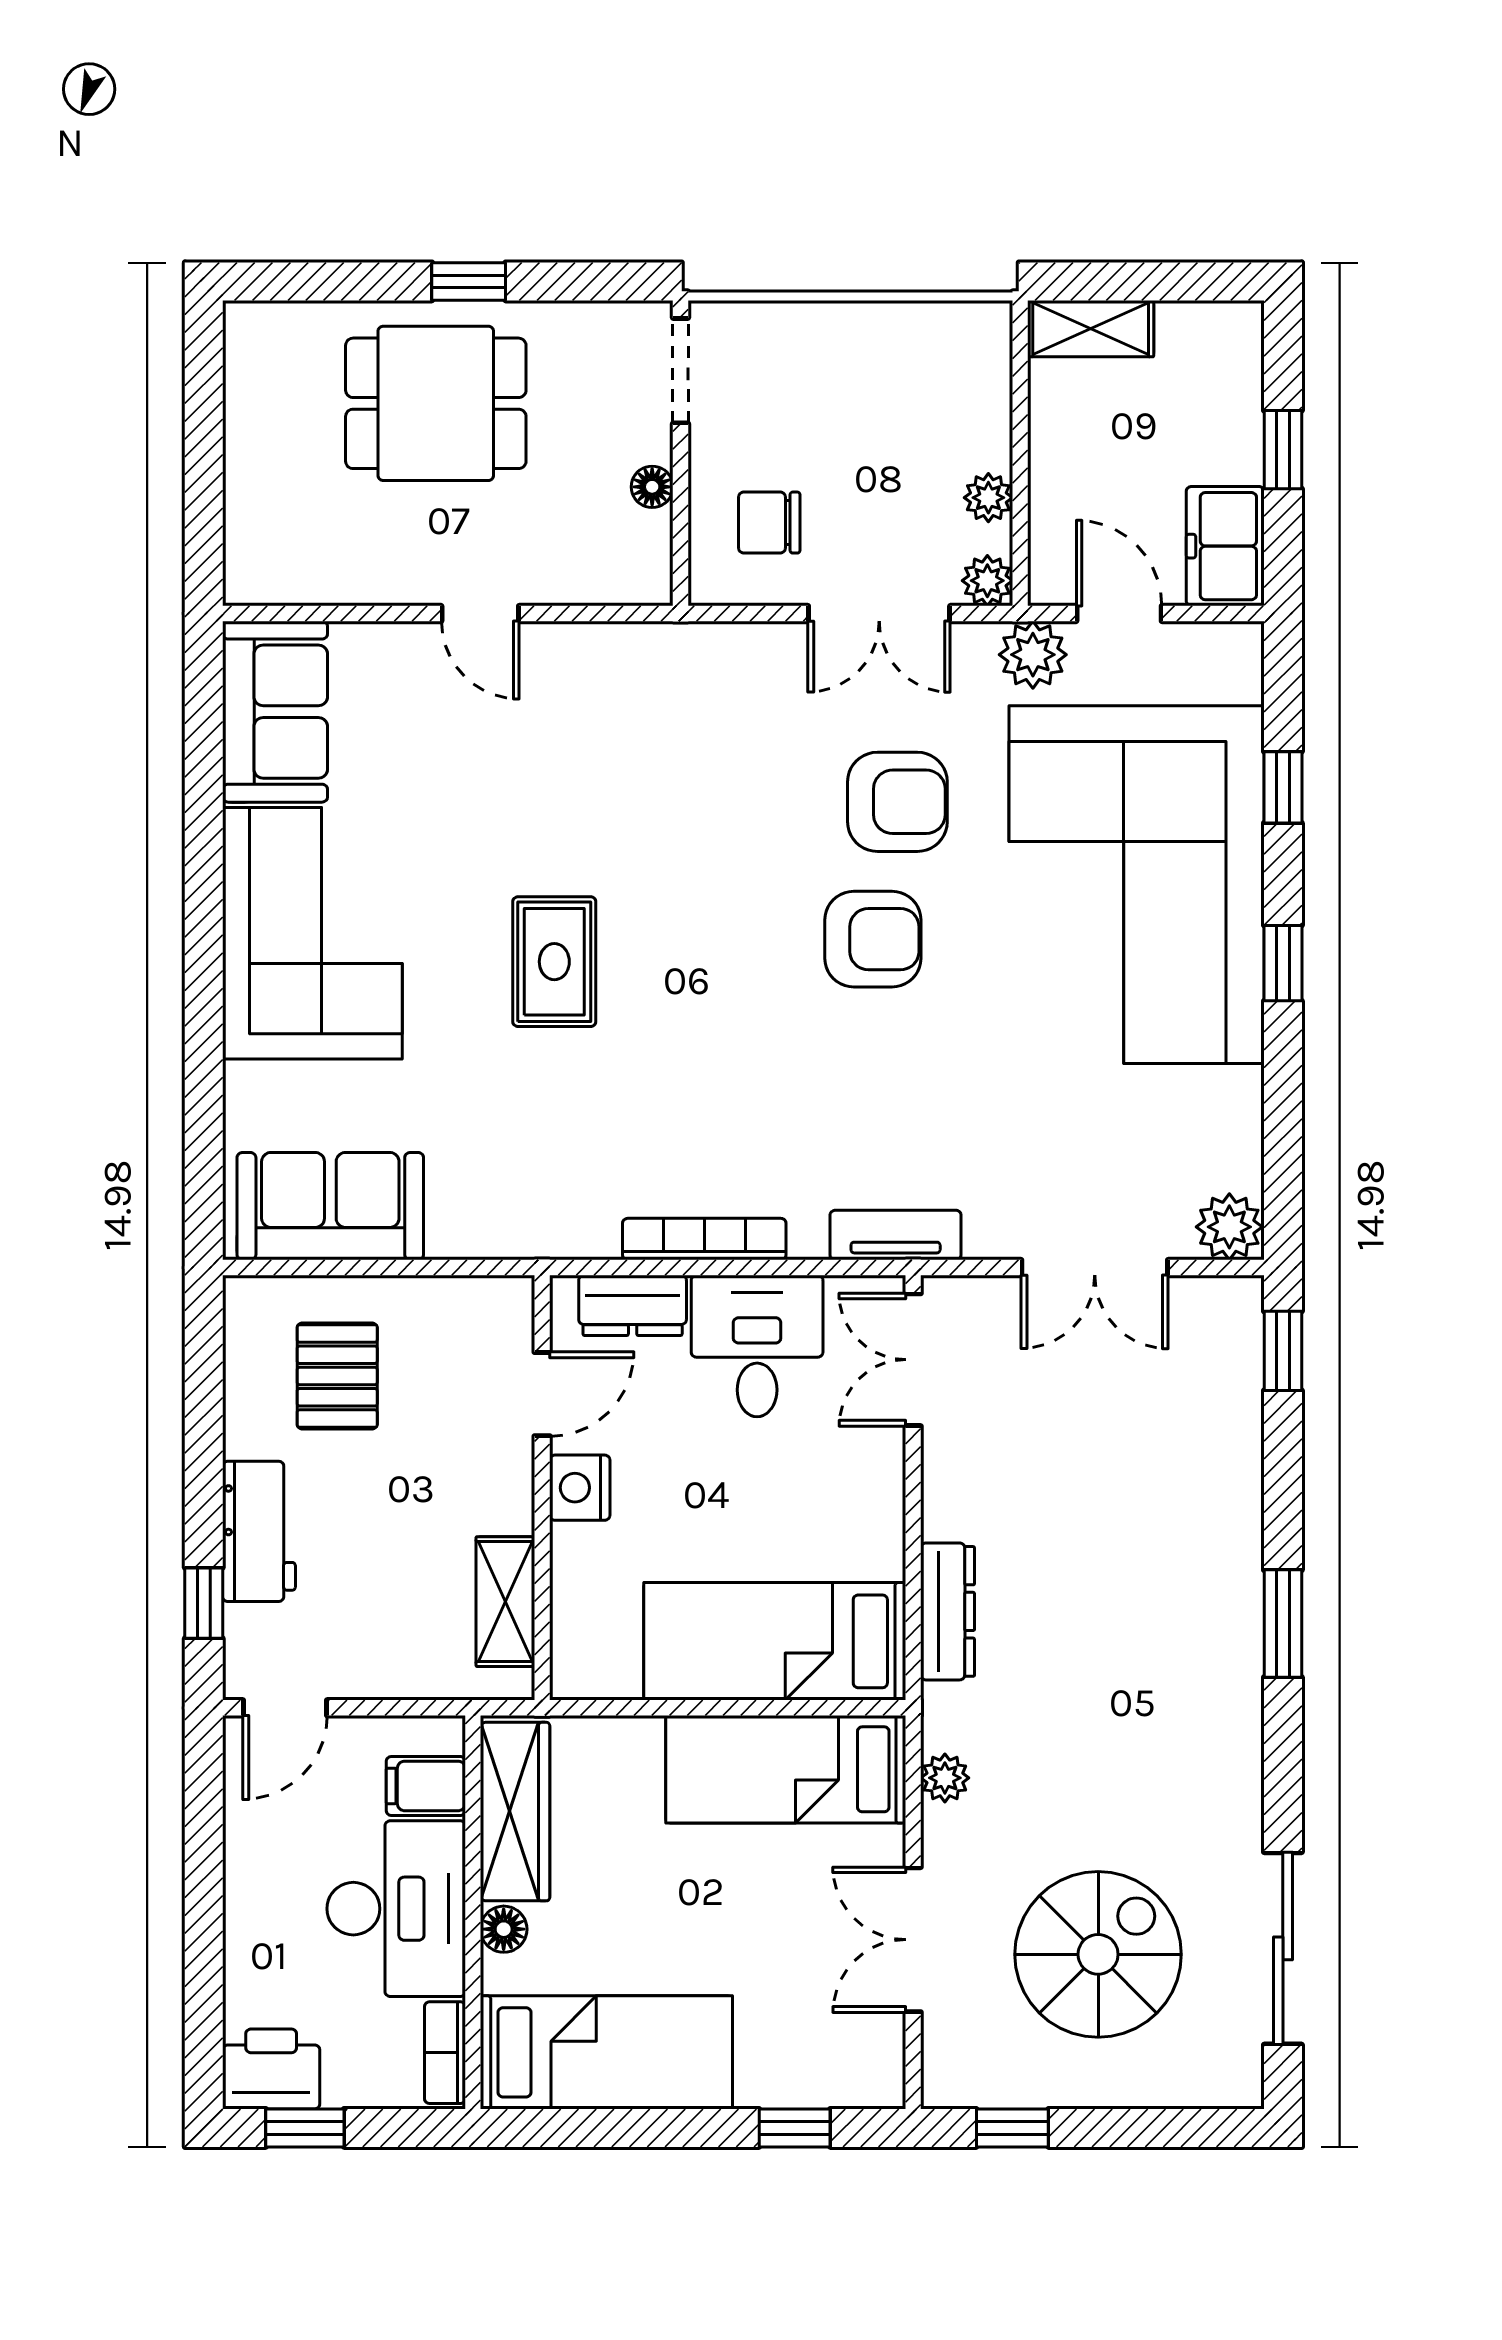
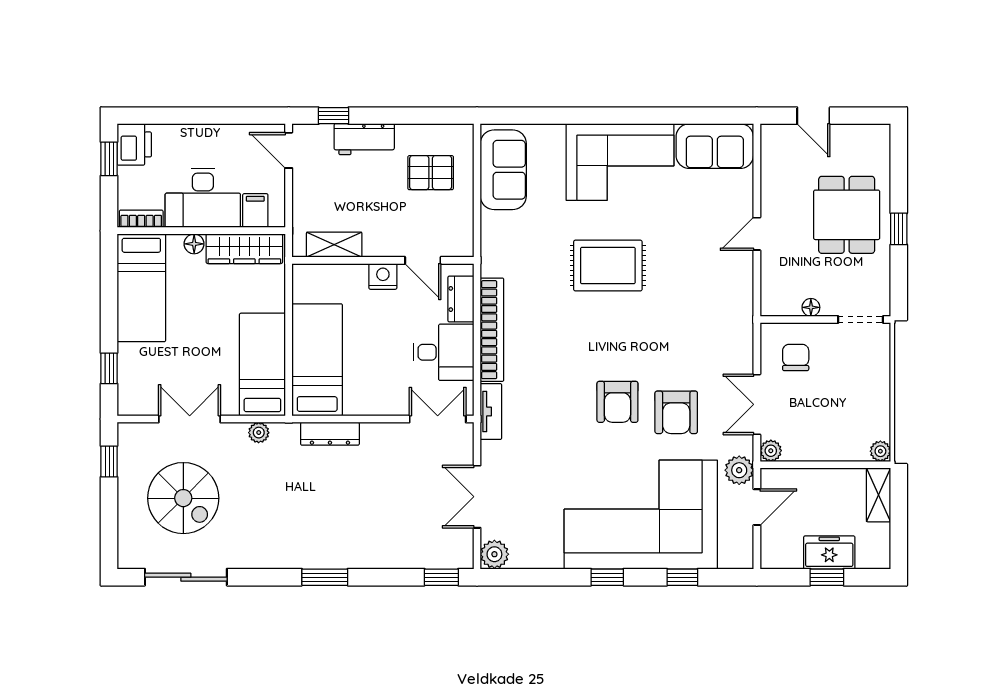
door: (204, 481) -> (813, 116), added
plant: (988, 498) -> (880, 451), moved
freezer: (1225, 546) -> (829, 552), moved
rug: (554, 962) -> (608, 266), width x1.36, depth x1.43
bookcase: (704, 1239) -> (492, 330), width x1.48, depth x1.31

